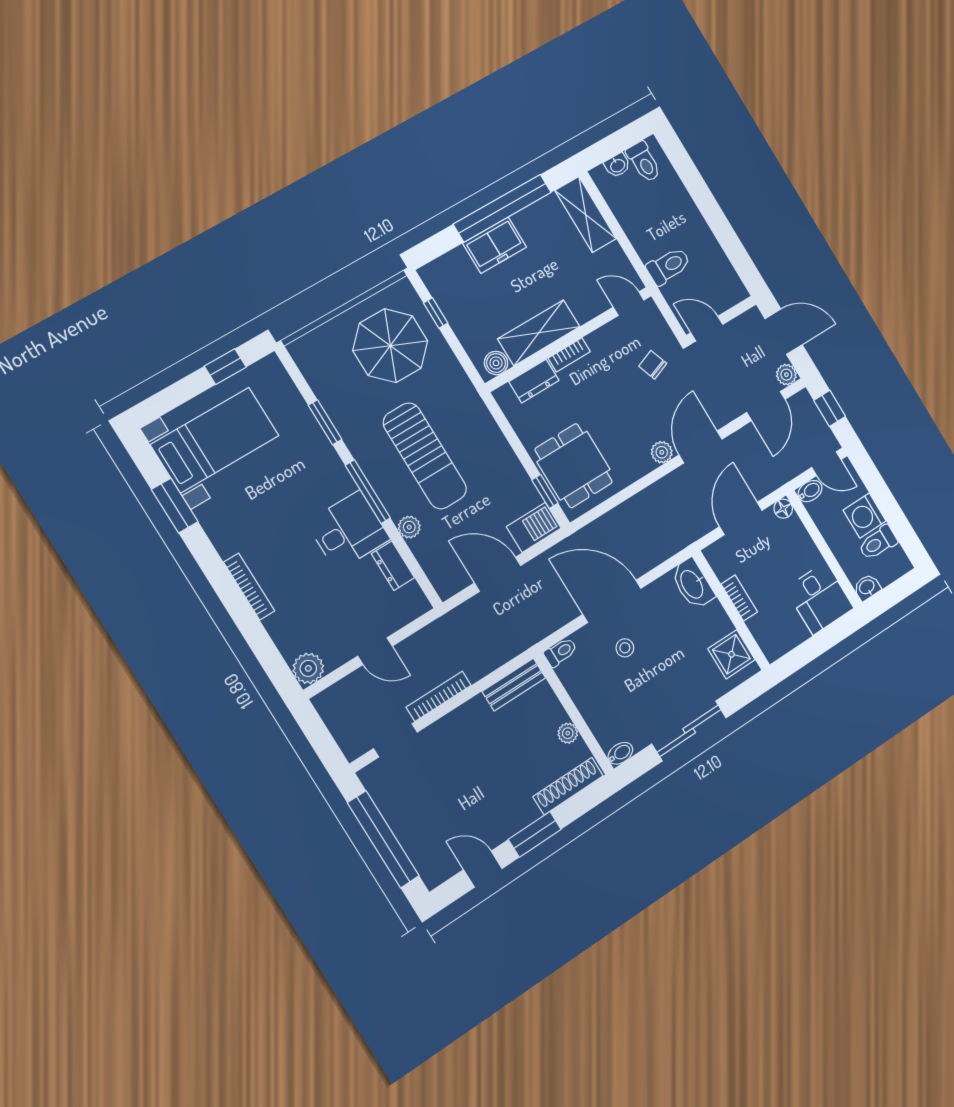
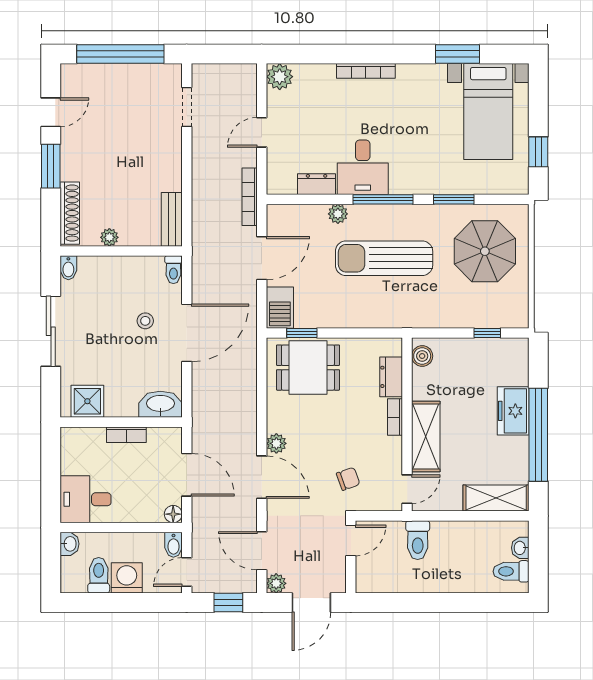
shelving: (539, 333) -> (426, 436), moved
parasol: (390, 346) -> (485, 251), moved
bookcase: (439, 696) -> (250, 197), moved, turned 180

